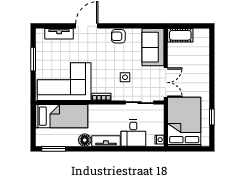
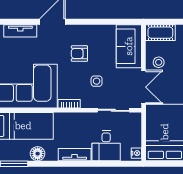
armchair: (118, 36) -> (79, 54), moved
stool: (179, 61) -> (159, 62), added
floor lamp: (85, 140) -> (38, 154), moved

